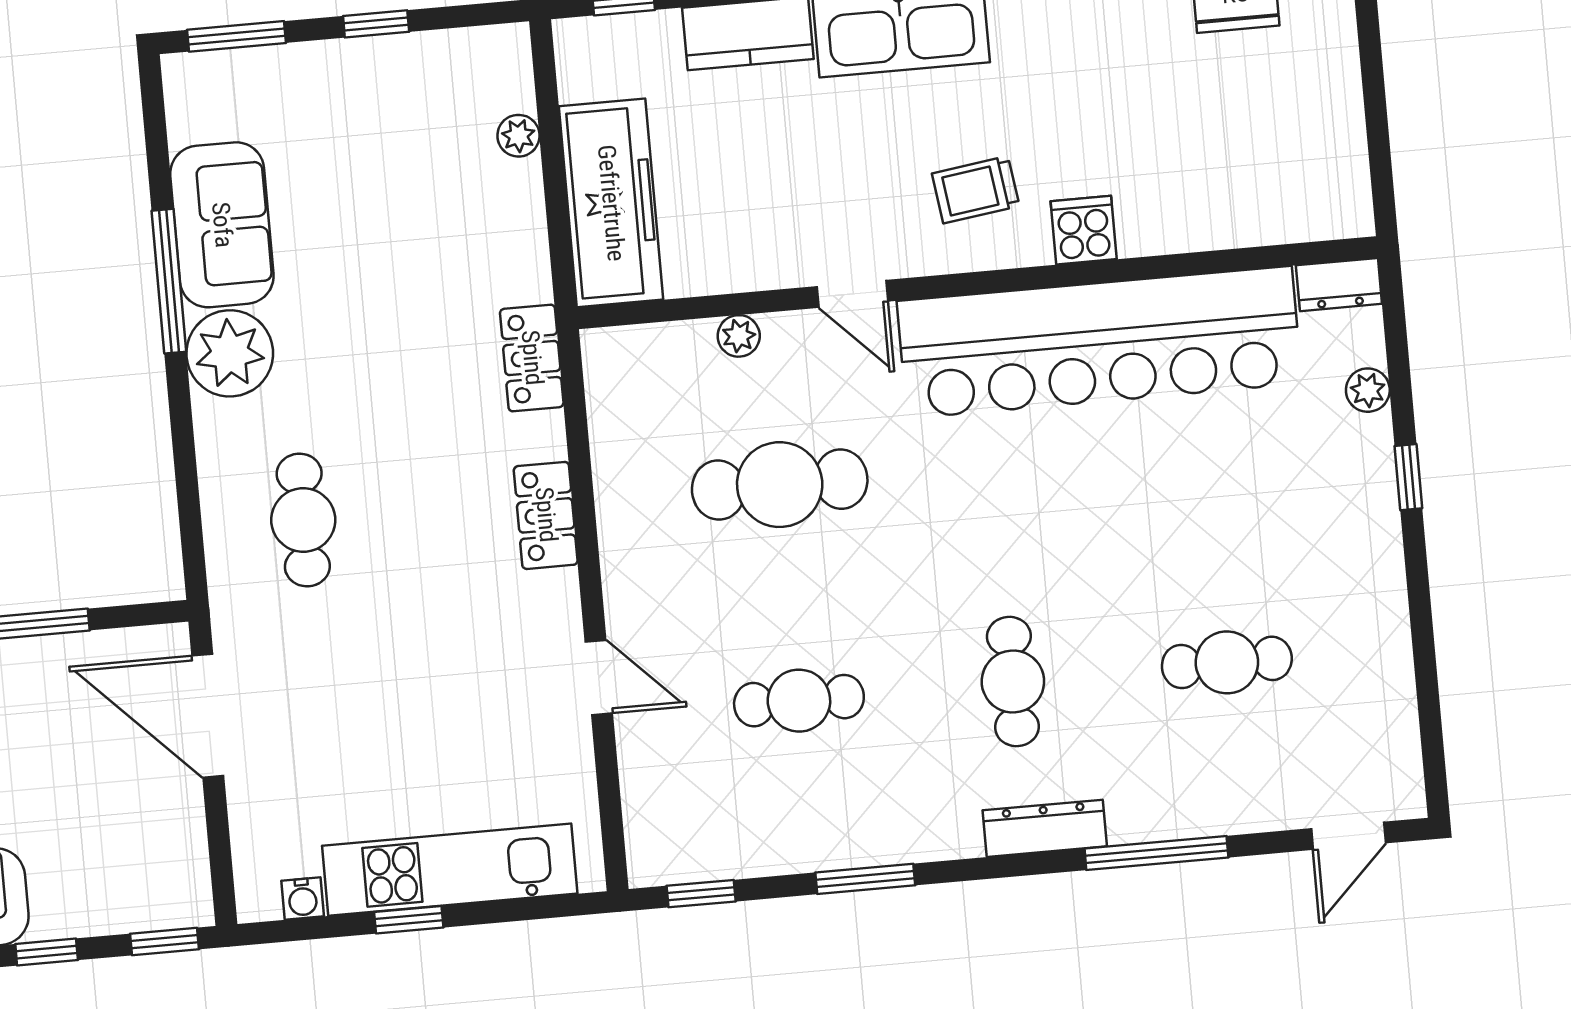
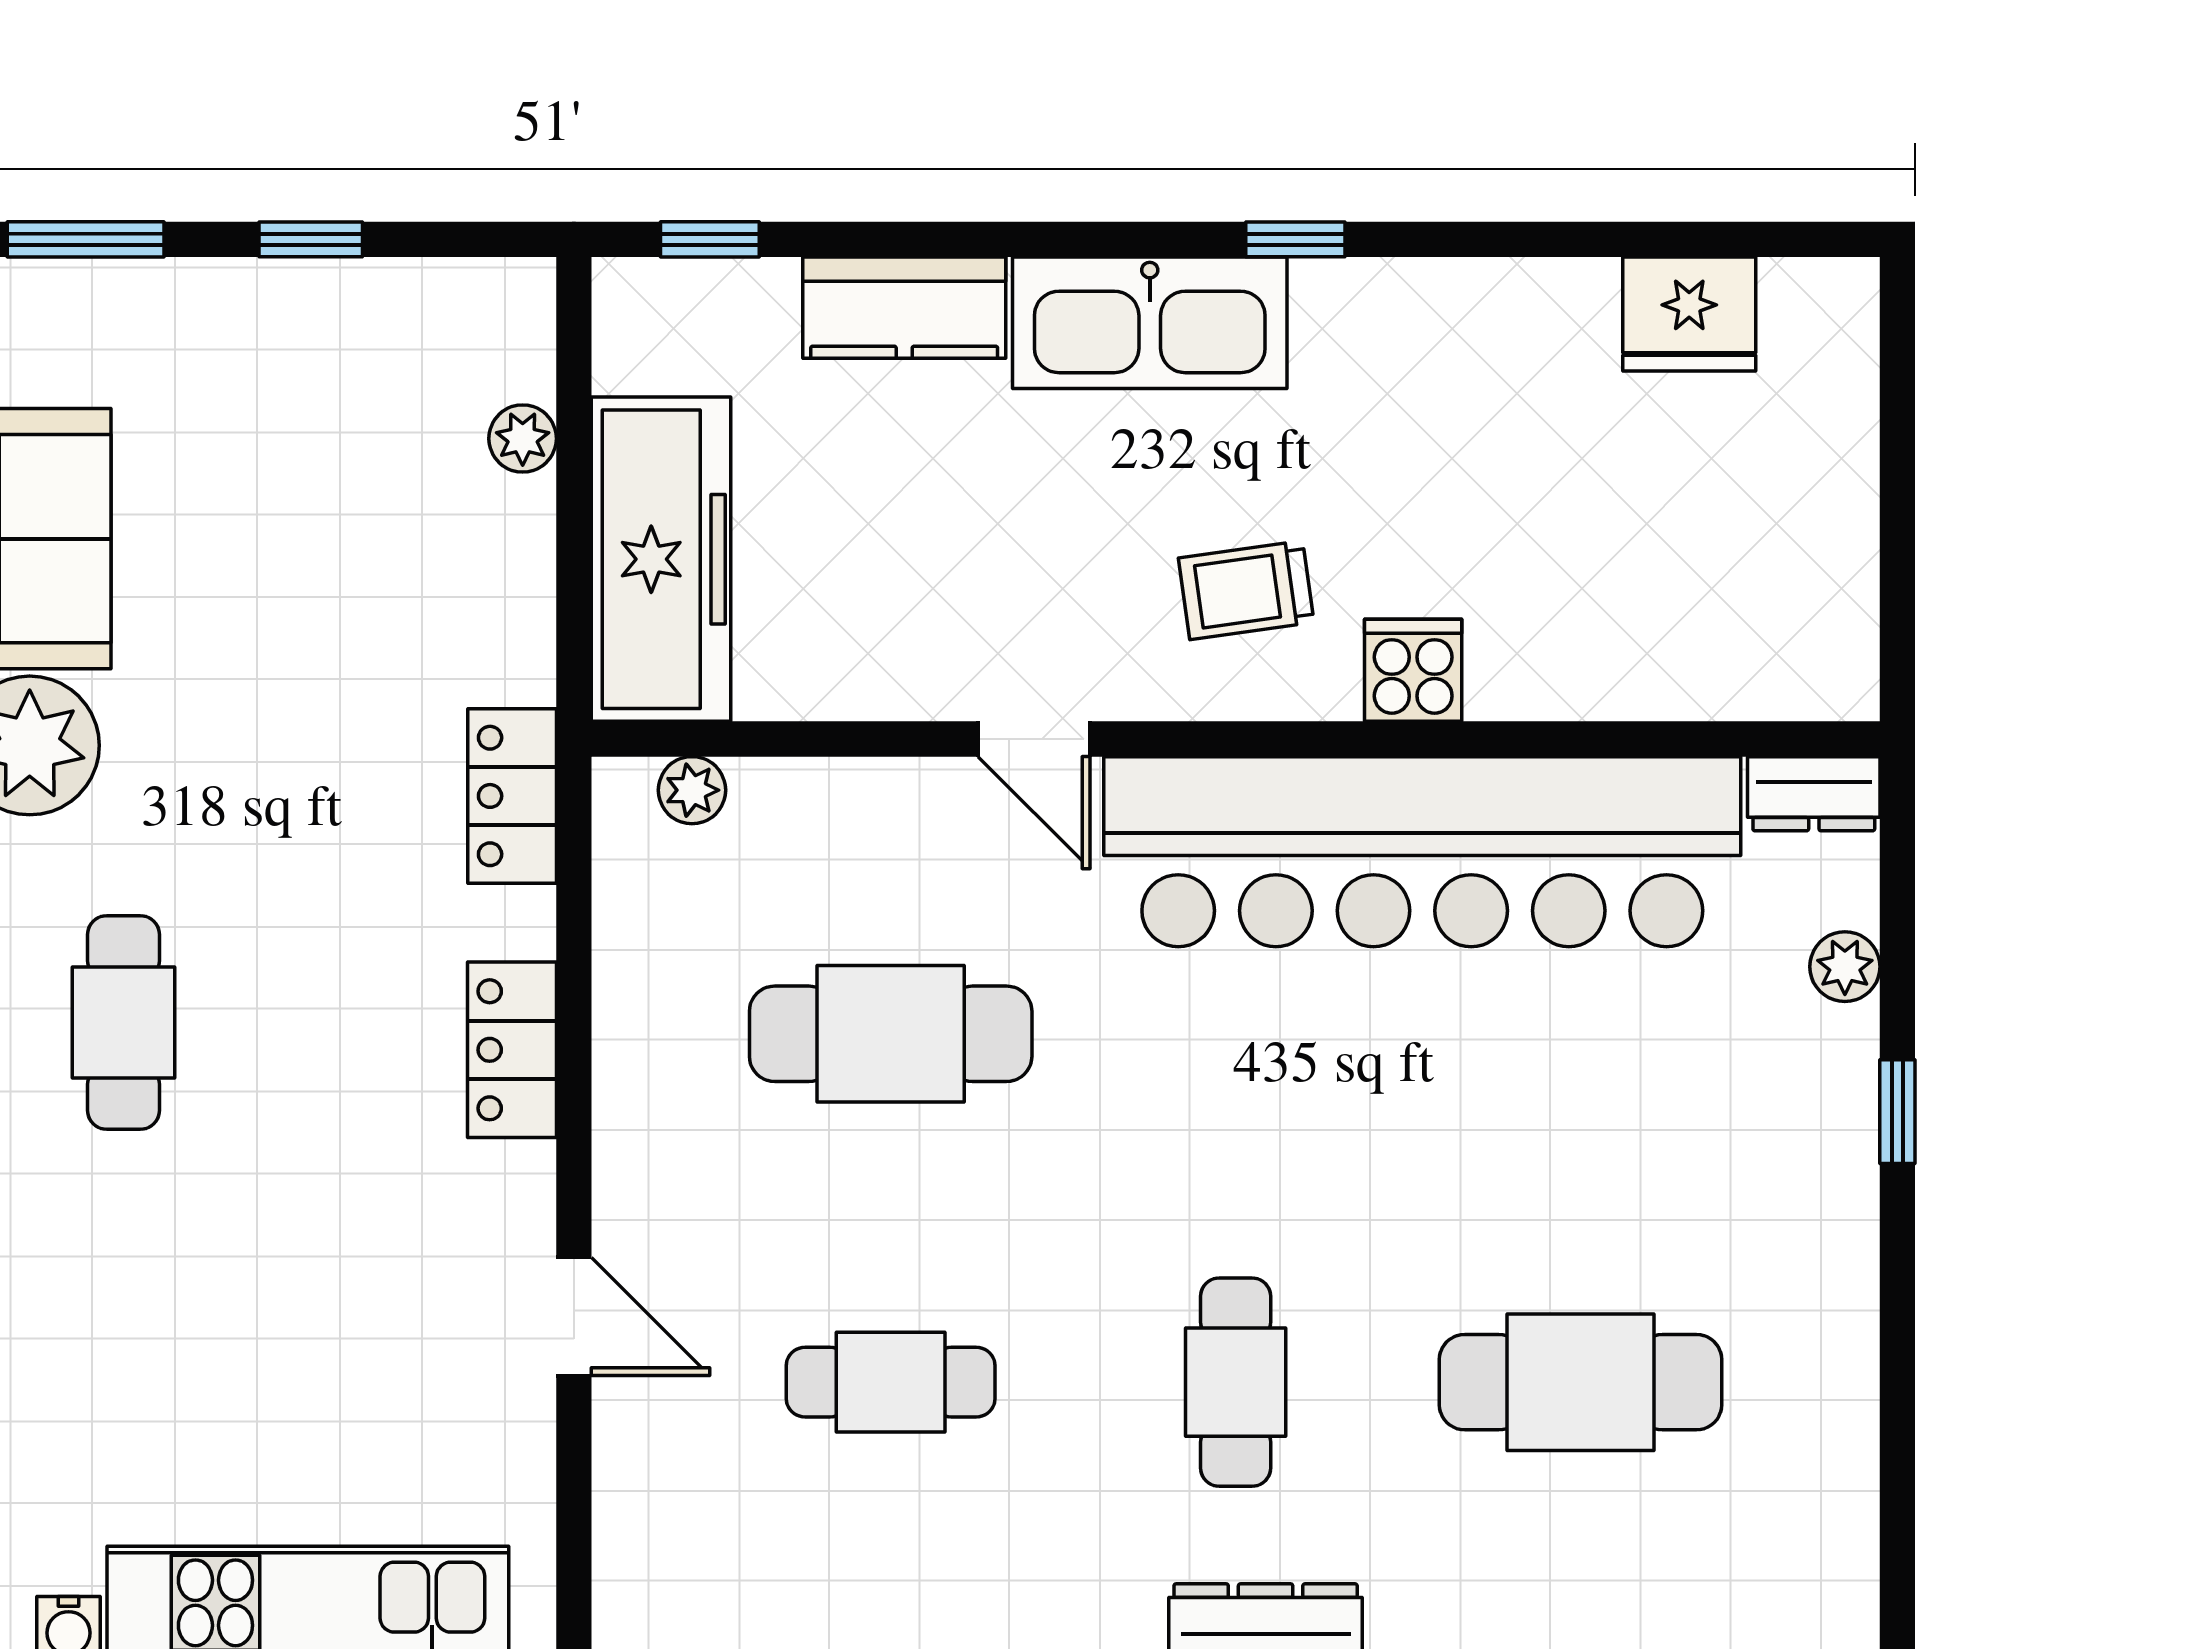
plant: (739, 336) -> (692, 790), moved
cafe table: (1227, 662) -> (1581, 1382), width x1.37, depth x1.35

